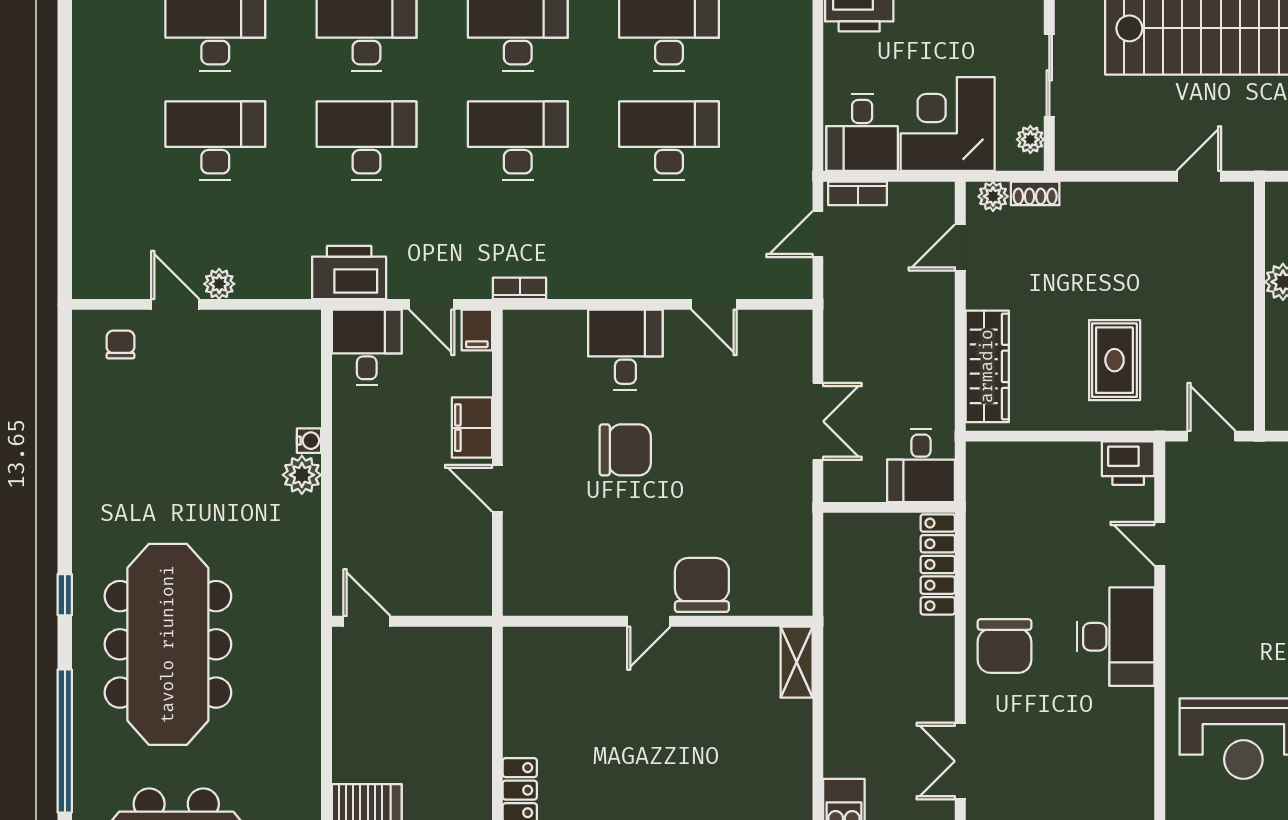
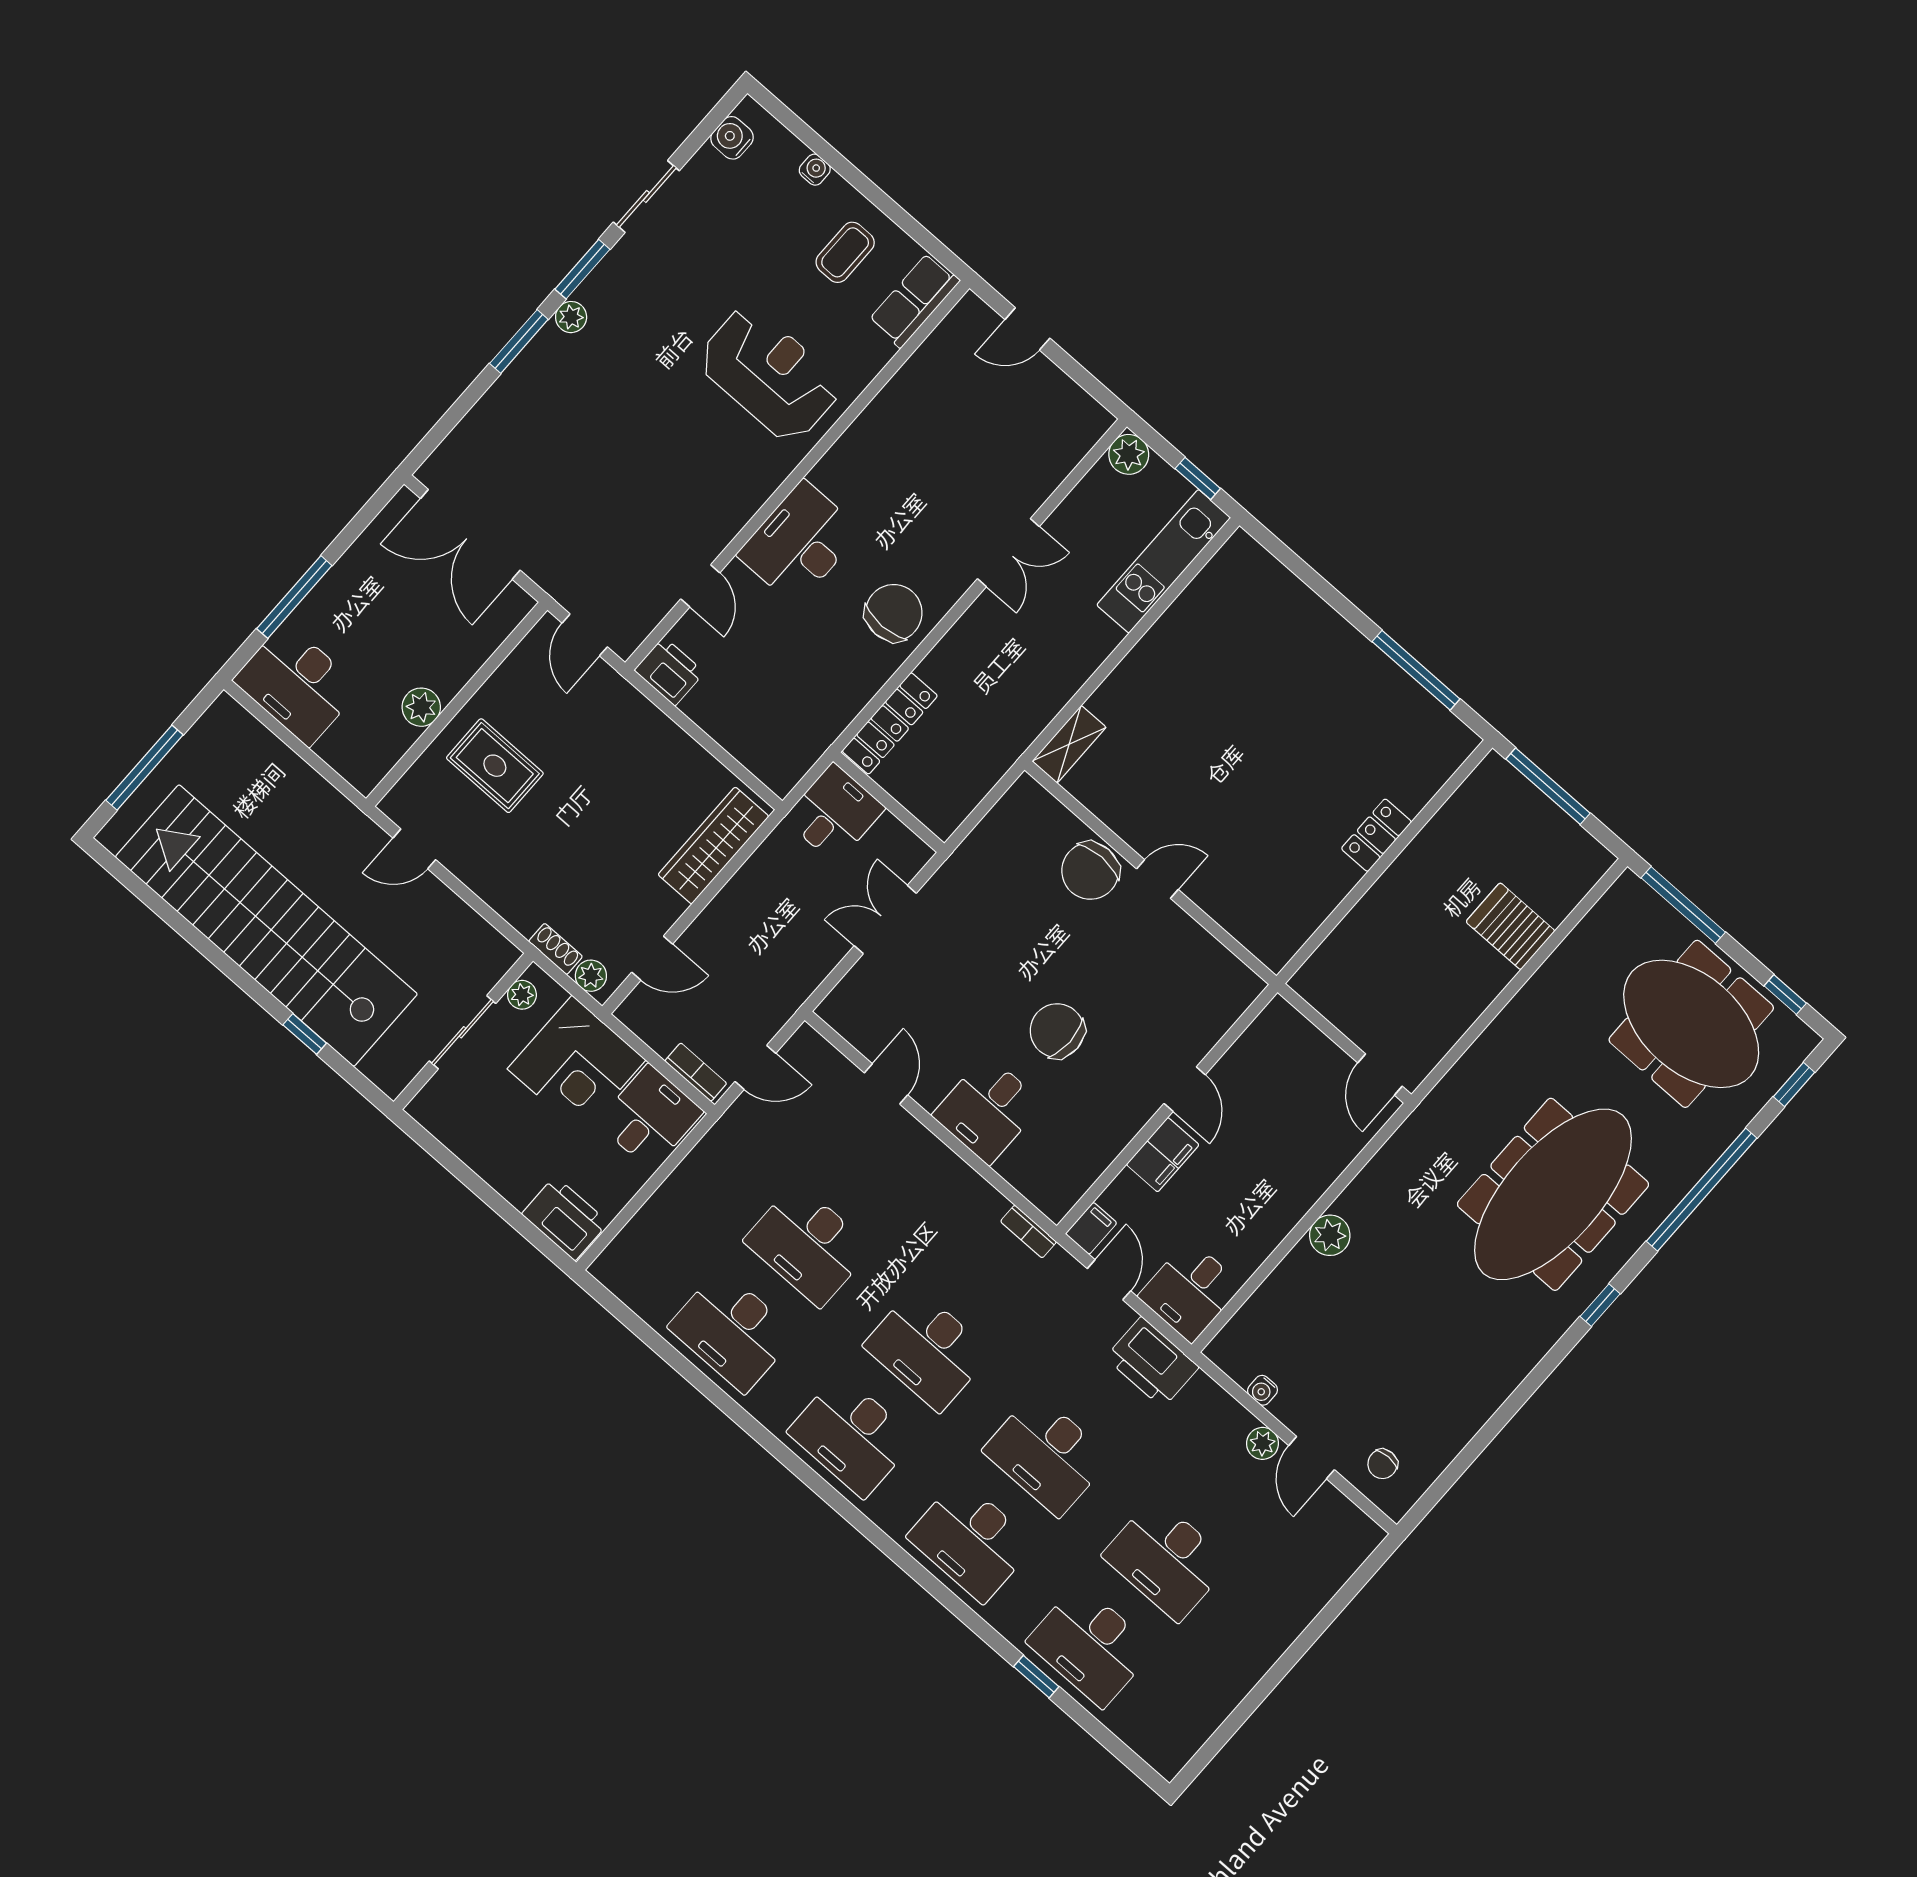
rug: (1115, 360) -> (495, 766), moved, turned 90
water cooler: (309, 441) -> (1263, 1390), moved, turned -90

